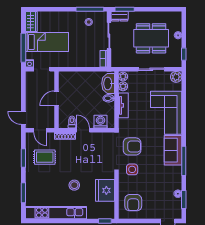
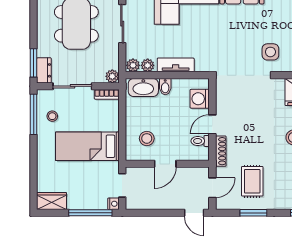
bed: (47, 42) -> (87, 146), moved, turned -90
plant: (116, 63) -> (112, 76), added
stool: (74, 86) -> (147, 138), added
door: (57, 98) -> (165, 164), hinge flipped
door: (23, 118) -> (194, 213), hinge flipped
armchair: (132, 146) -> (236, 52), removed

